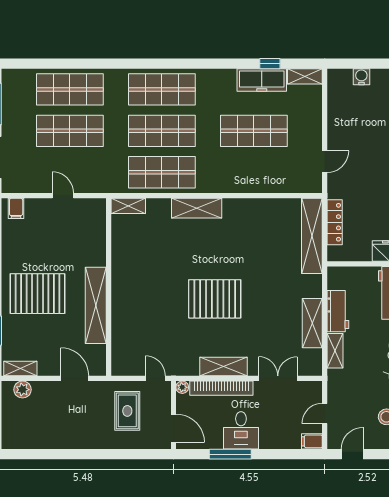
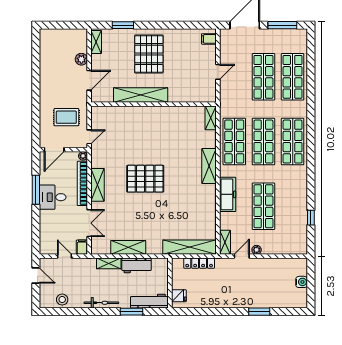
shelving: (305, 76) -> (225, 242), moved
freezer: (262, 80) -> (228, 194), moved, turned 180
plant: (316, 141) -> (257, 250), added
door: (325, 162) -> (242, 256), swing flipped
pallet: (215, 299) -> (145, 179), turned 90
plant: (23, 390) -> (81, 59), moved
filing cabinet: (312, 441) -> (82, 247), moved

